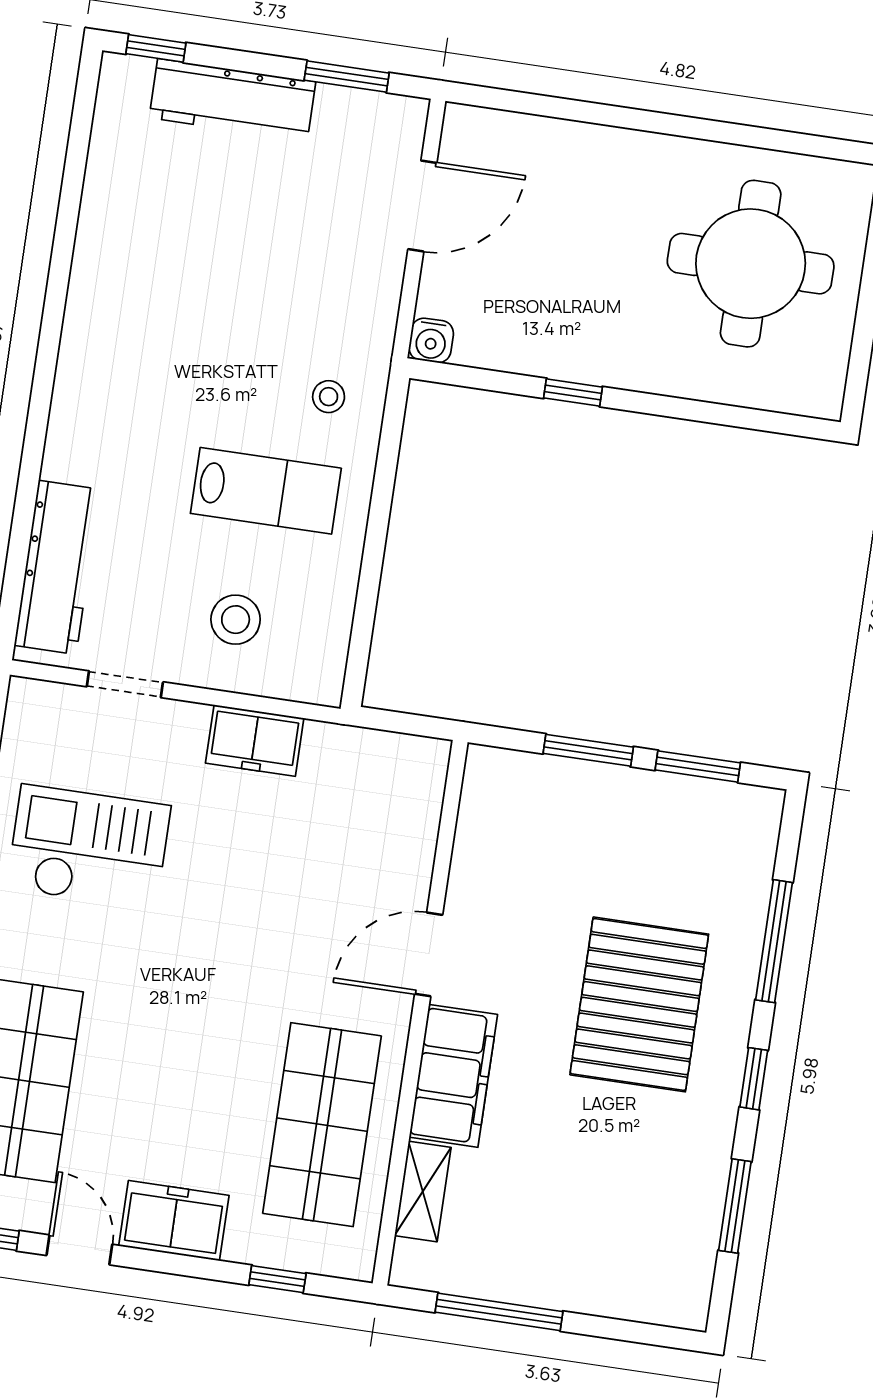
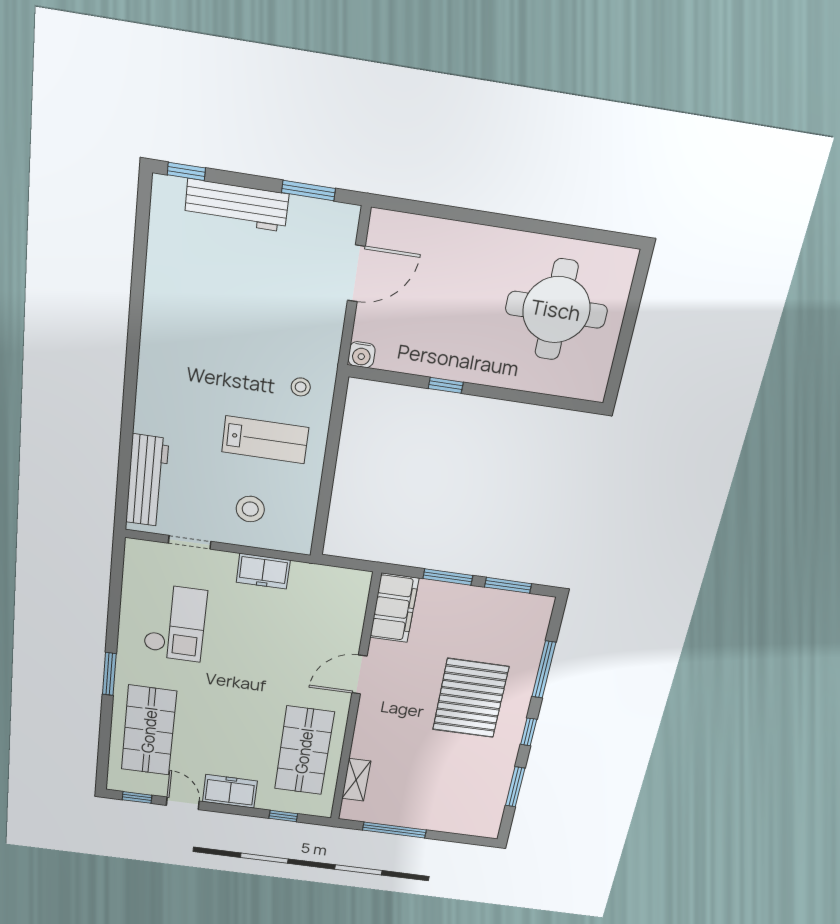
checkout: (89, 847) -> (175, 623), turned 90
filing cabinet: (453, 1076) -> (394, 608), moved

